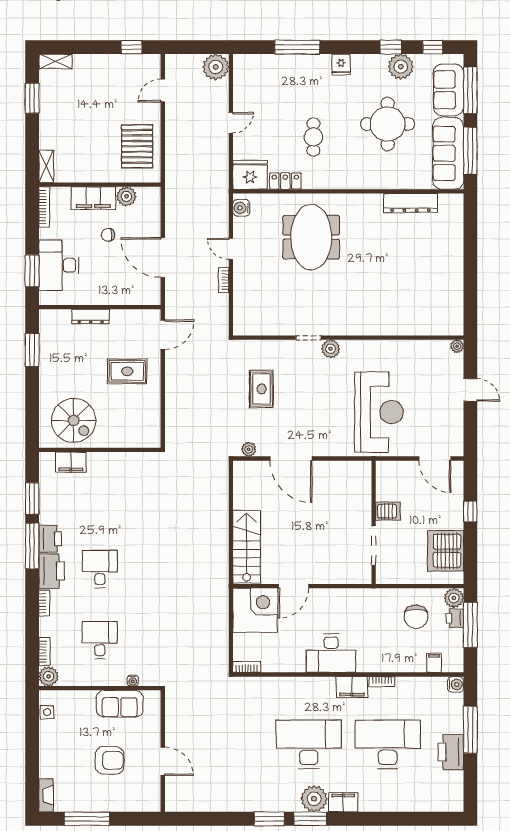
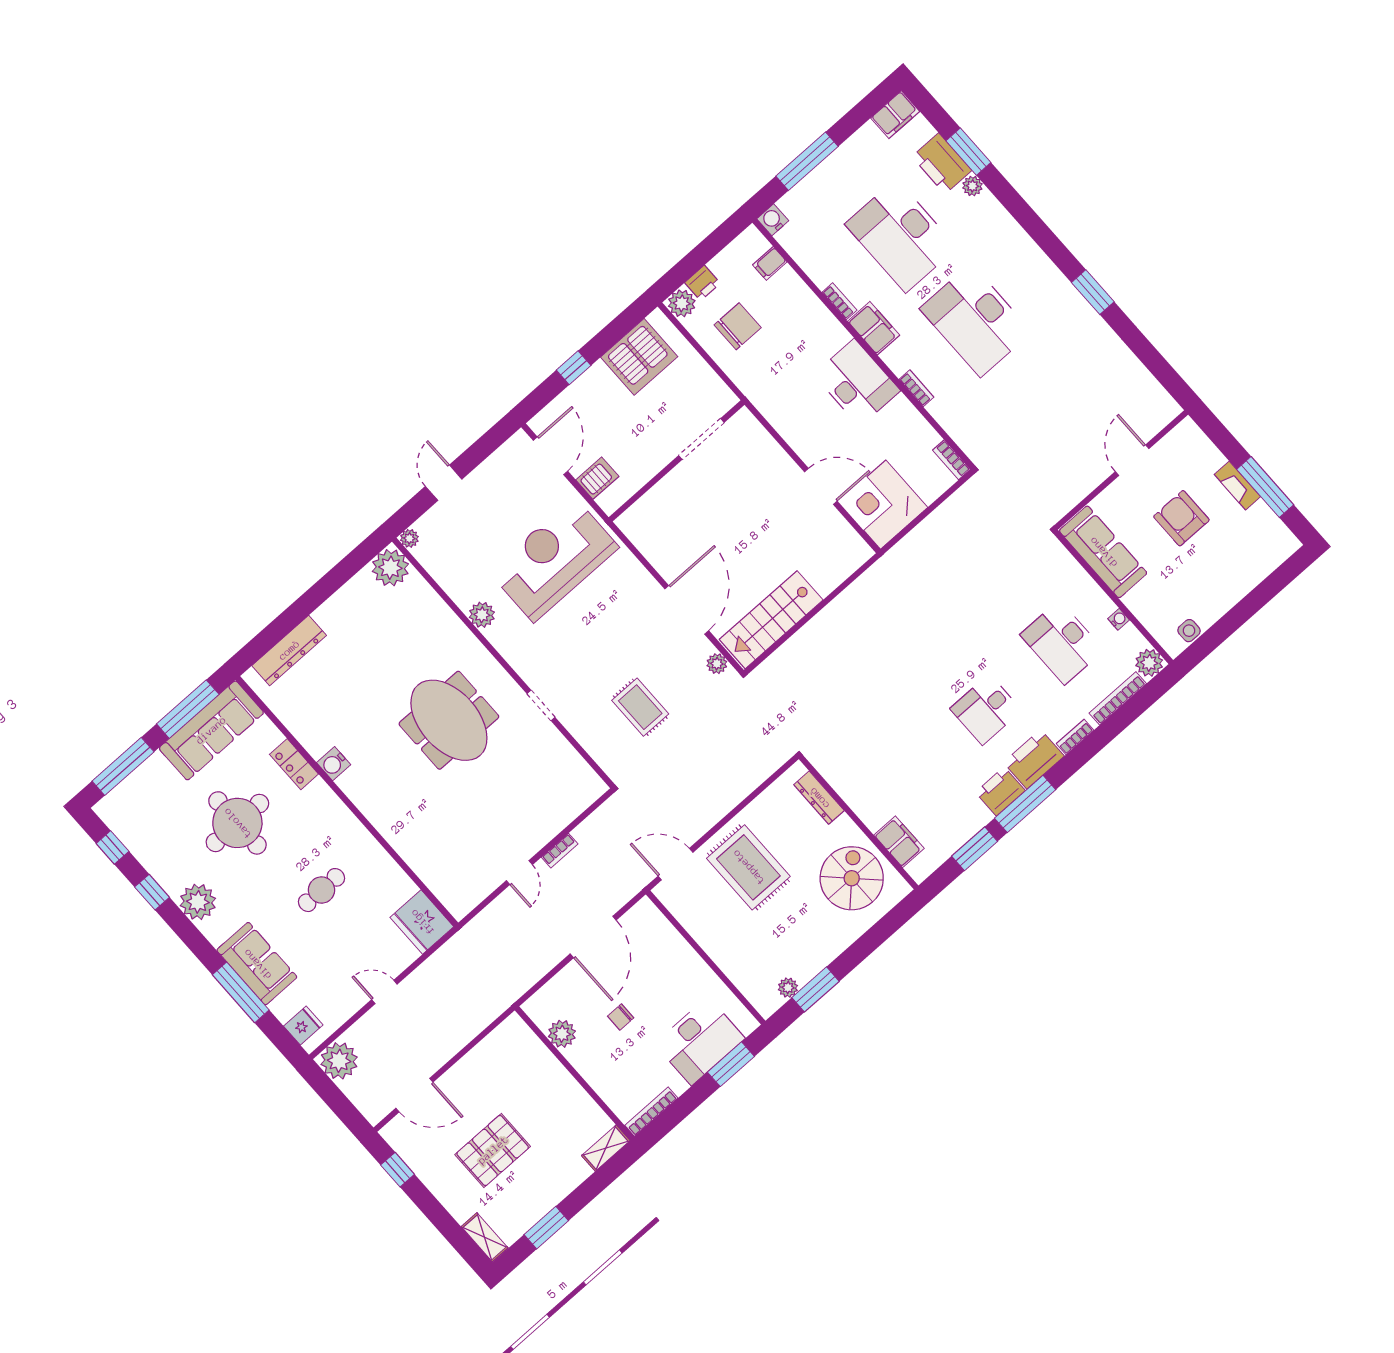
fridge: (341, 65) -> (303, 1025), moved
plant: (401, 67) -> (198, 902), moved
sofa: (448, 90) -> (257, 964), moved, turned -90
door: (163, 91) -> (414, 1095), width x1.38
pallet: (137, 146) -> (493, 1150), moved
locker: (285, 181) -> (294, 764), moved
filing cabinet: (93, 198) -> (595, 1068), removed
dresser: (411, 203) -> (289, 650), moved, turned 90
water cooler: (241, 208) -> (334, 764), moved, turned 90
chair: (108, 235) -> (621, 1017), turned 90
meeting table: (311, 237) -> (449, 720), moved, turned 90
dresser: (91, 316) -> (819, 798), moved, turned 180
plant: (450, 323) -> (390, 568), added
plant: (46, 336) -> (788, 988), added
plant: (331, 349) -> (482, 615), moved
rug: (127, 371) -> (748, 867), width x1.36, depth x1.43
rug: (261, 389) -> (640, 707), turned 90
server rack: (388, 511) -> (597, 478), moved, turned 90
stairs: (247, 547) -> (771, 620), moved
window: (470, 625) -> (695, 260), removed
desk: (100, 640) -> (1062, 642), width x1.37
bookcase: (45, 651) -> (1118, 698), width x1.56
water cooler: (133, 681) -> (1119, 619), moved
bookcase: (301, 682) -> (916, 388), added
sofa: (120, 704) -> (1103, 552), width x1.36
printer: (451, 752) -> (942, 163), moved, turned 90
fireplace: (46, 795) -> (1237, 486), moved, turned -90
plant: (314, 799) -> (972, 186), moved, width x0.53, depth x0.53
filing cabinet: (343, 802) -> (895, 115), moved, turned -90
window: (310, 819) -> (968, 152), moved

